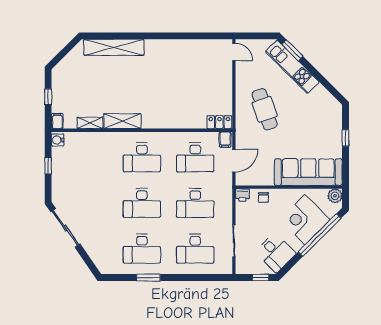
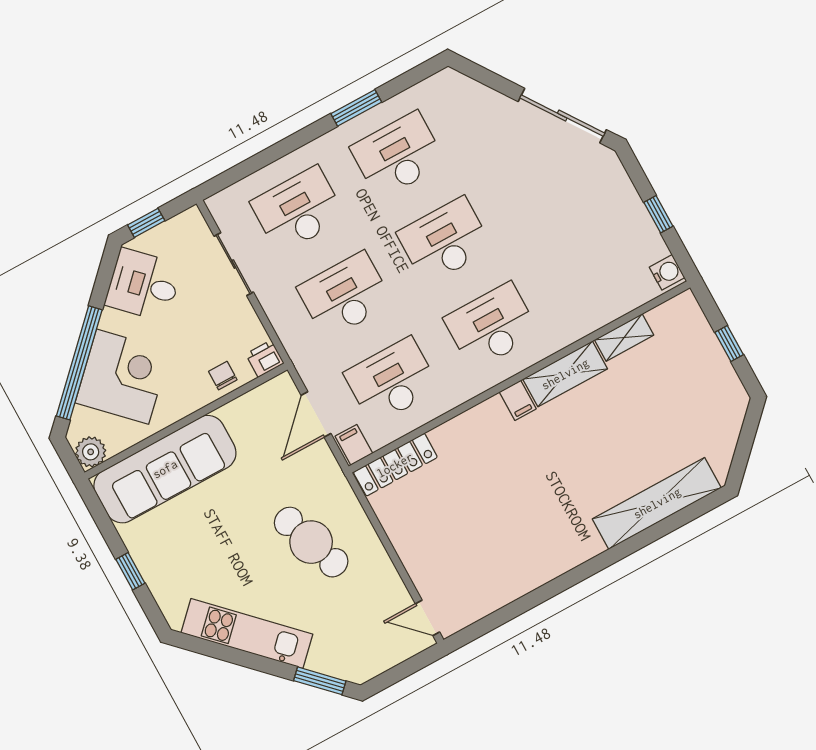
kitchen unit: (292, 67) -> (247, 633), moved
filing cabinet: (57, 121) -> (518, 400), moved
locker: (219, 122) -> (395, 465), width x1.53

